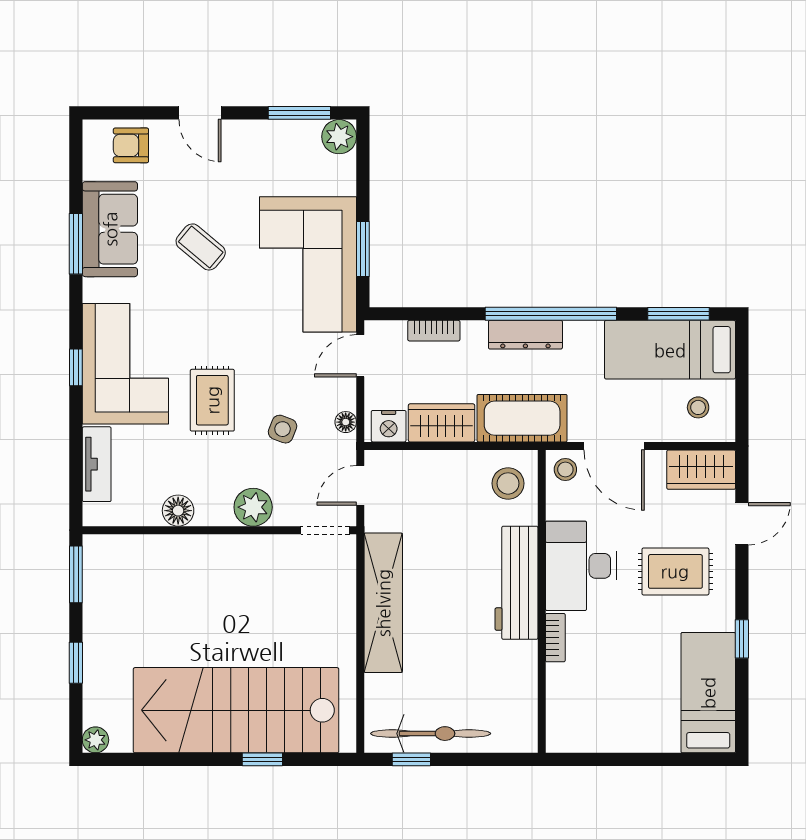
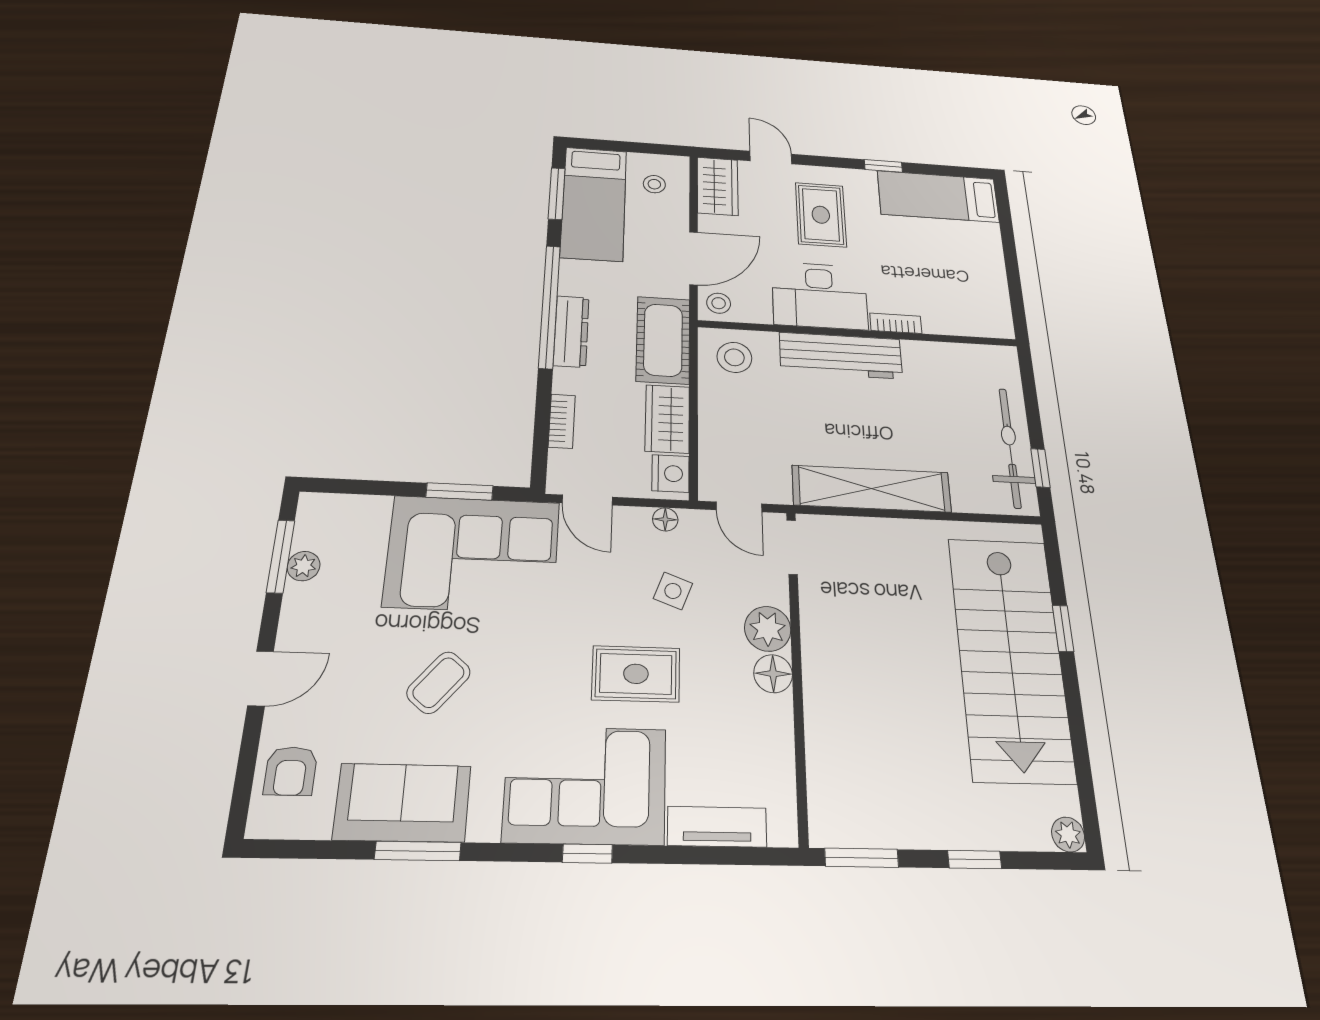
plant: (339, 137) -> (304, 566), moved, width x0.73, depth x0.73
floor lamp: (178, 511) -> (773, 674), moved

